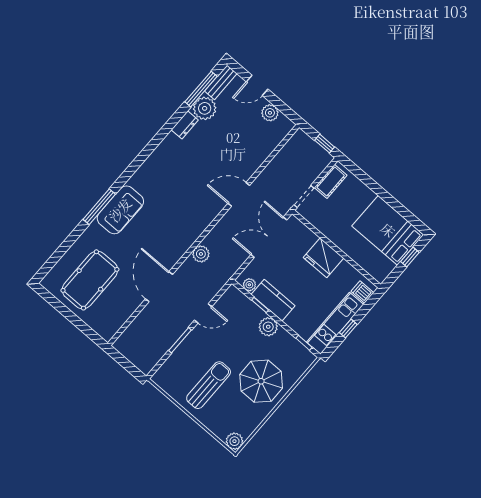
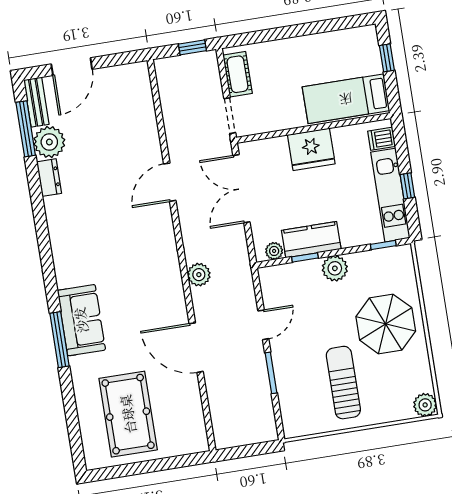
door: (257, 85) -> (72, 67), width x1.38
plant: (270, 113) -> (112, 77), removed
bed: (388, 230) -> (346, 99), moved, width x0.67

